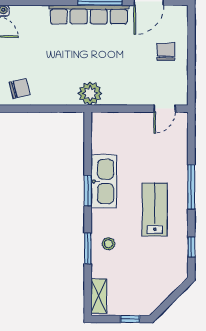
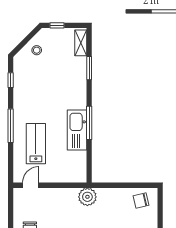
window: (88, 191) -> (89, 123), width x1.44
lab bench: (155, 210) -> (36, 144), moved, turned 180
stool: (109, 244) -> (37, 50), moved
window: (88, 249) -> (89, 68), moved

